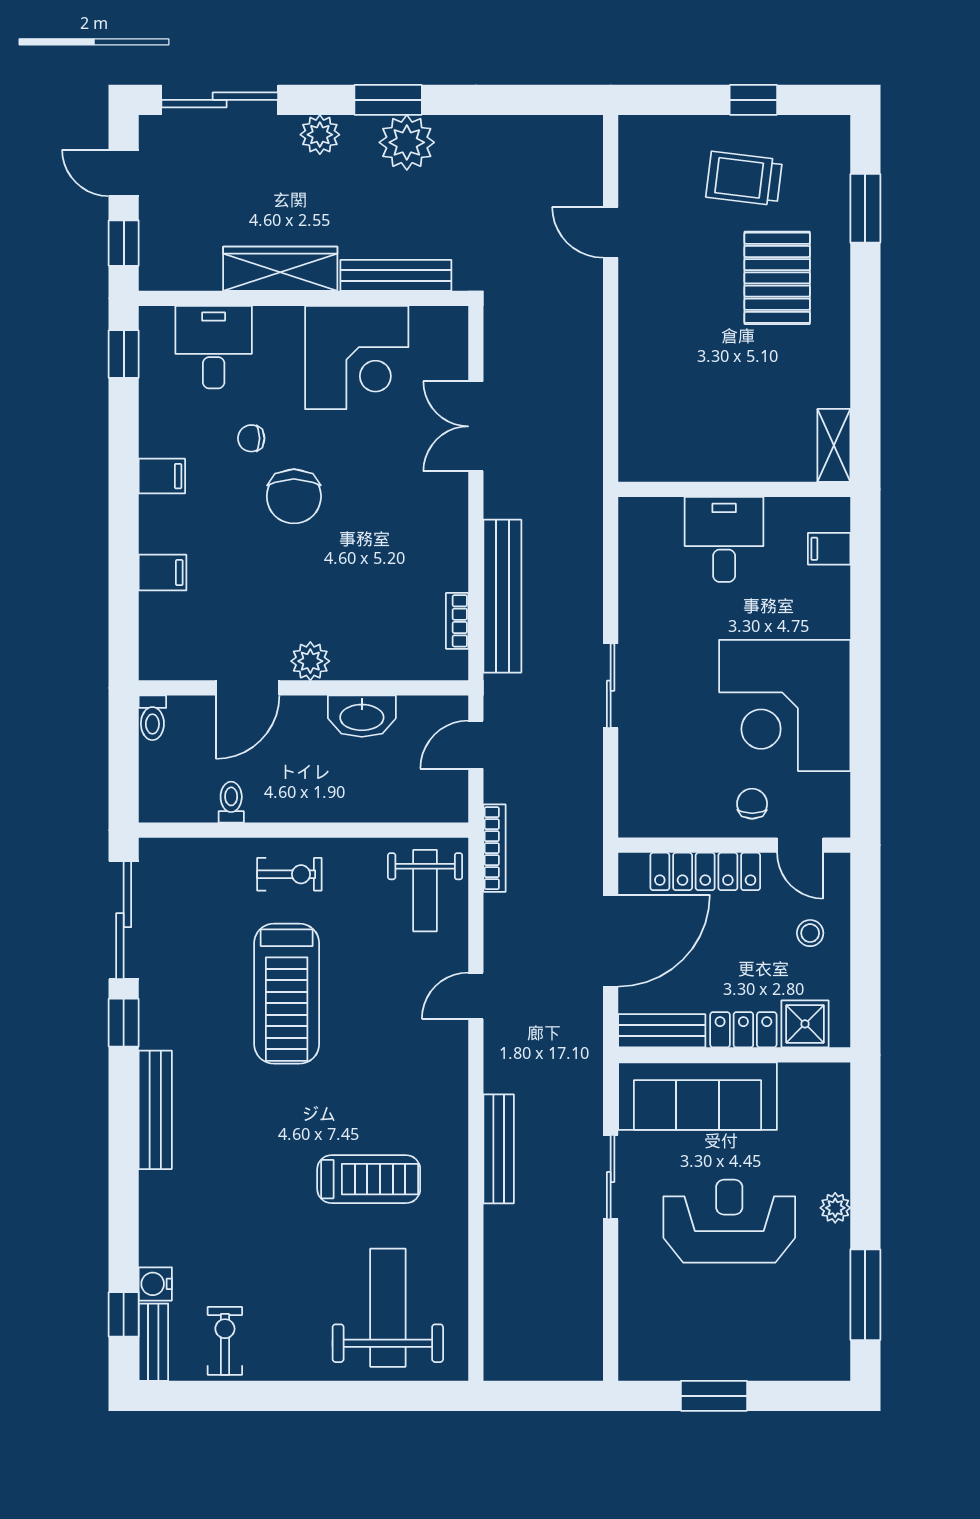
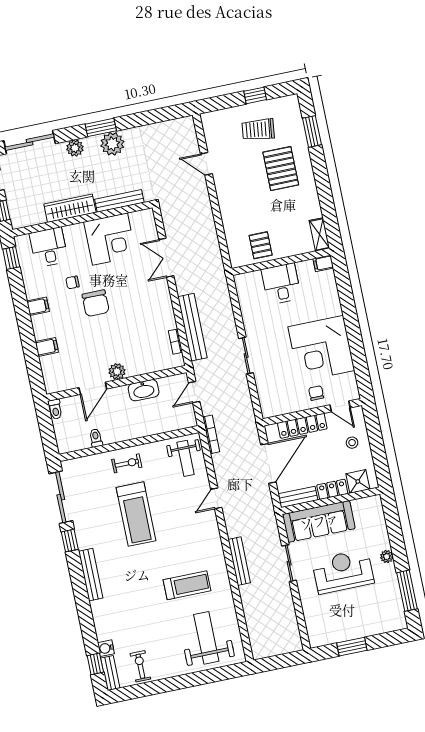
pallet: (695, 442) -> (261, 245), added
filing cabinet: (829, 549) -> (323, 263), moved

